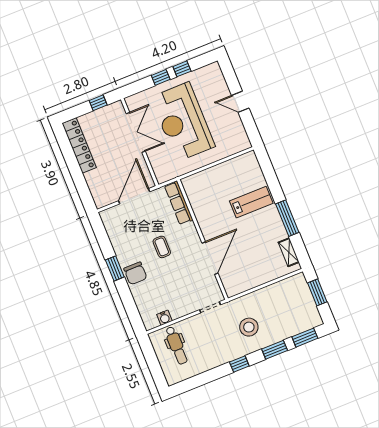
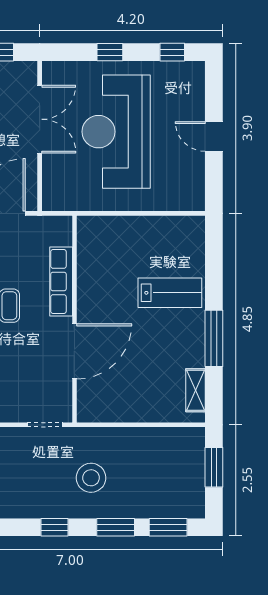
window: (182, 69) -> (172, 52), moved
row of seats: (179, 203) -> (61, 281), moved

